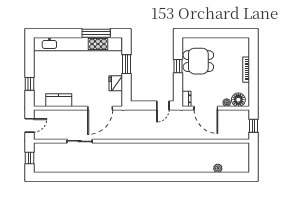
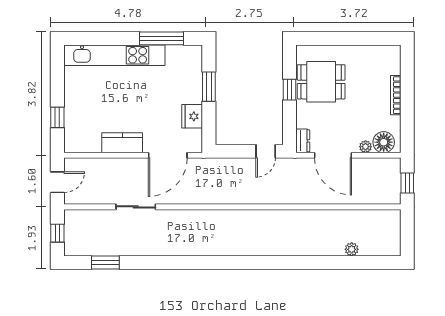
kitchen unit: (78, 44) -> (114, 55), width x0.73
kitchen counter: (59, 100) -> (122, 143), moved
window: (60, 177) -> (105, 263), added

